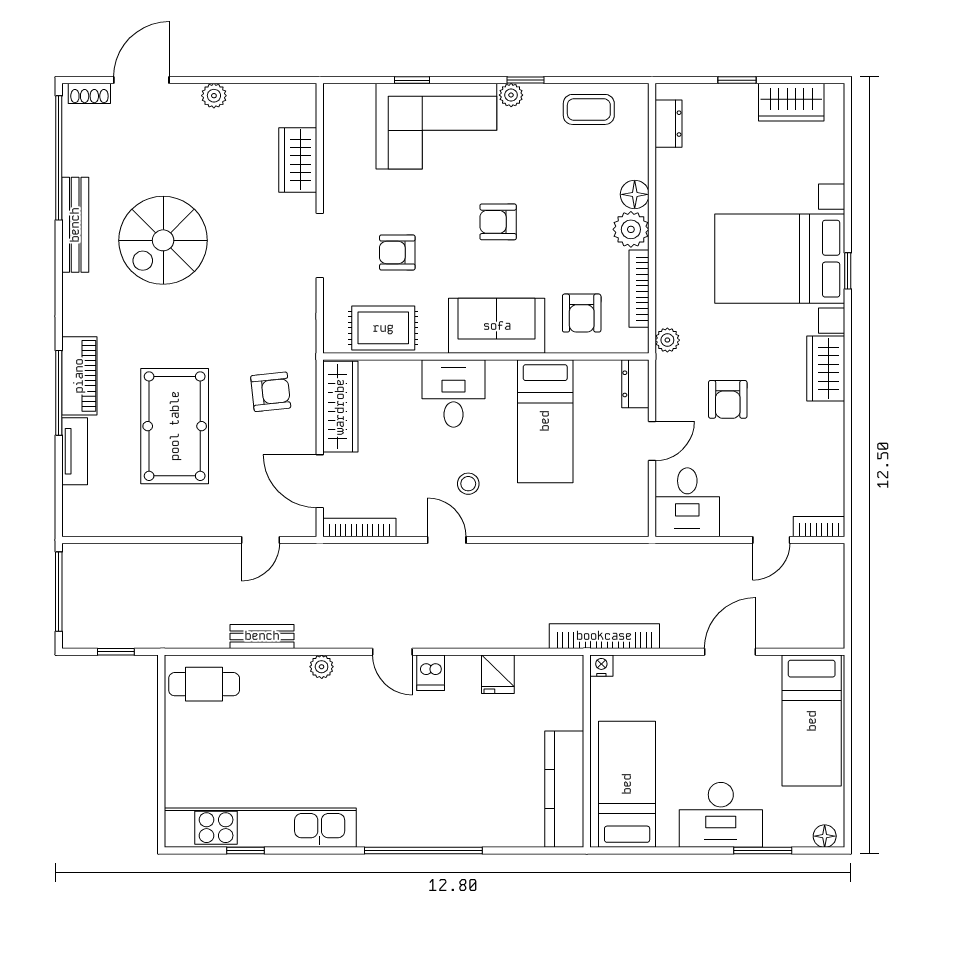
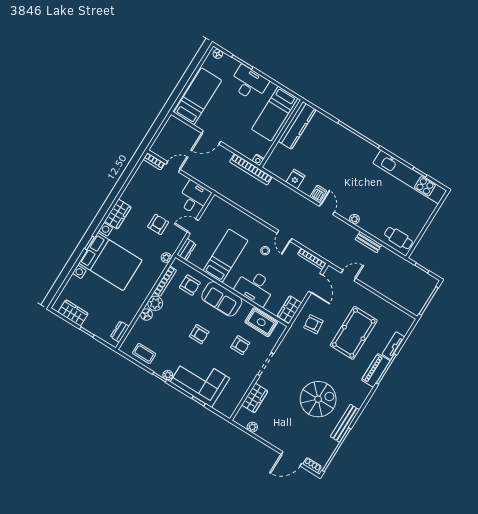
plant: (214, 96) -> (252, 427), moved
armchair: (582, 313) -> (190, 285), turned 90
desk: (454, 394) -> (255, 287), width x1.37
wardrobe: (340, 407) -> (289, 310), width x0.67

